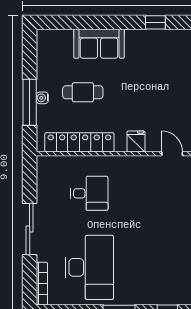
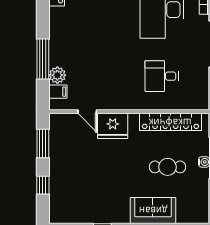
fridge: (136, 141) -> (113, 126), width x1.88, depth x1.34

